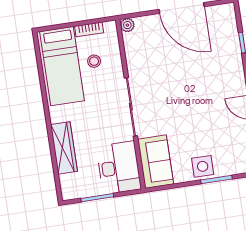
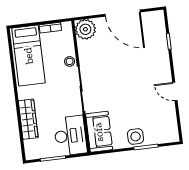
plant: (127, 25) -> (85, 29), width x1.87, depth x1.87
stool: (94, 61) -> (70, 61), moved

